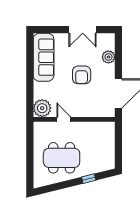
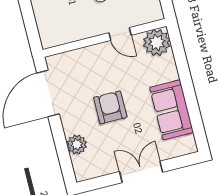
double door: (83, 30) -> (141, 172), moved
sofa: (44, 57) -> (172, 110), width x0.73

